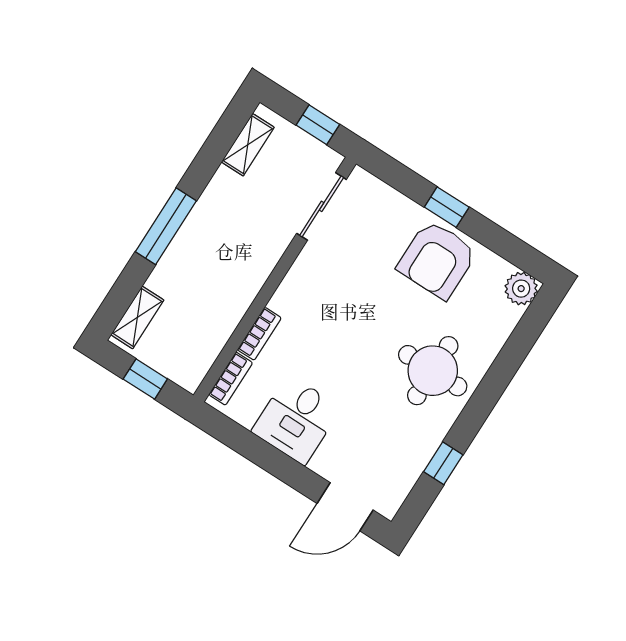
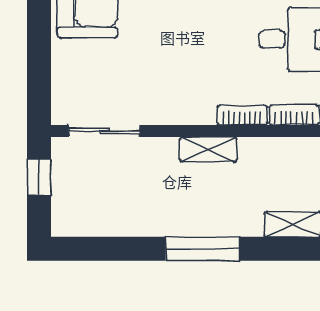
shelving: (248, 145) -> (208, 150), moved
window: (447, 207) -> (39, 27), removed

